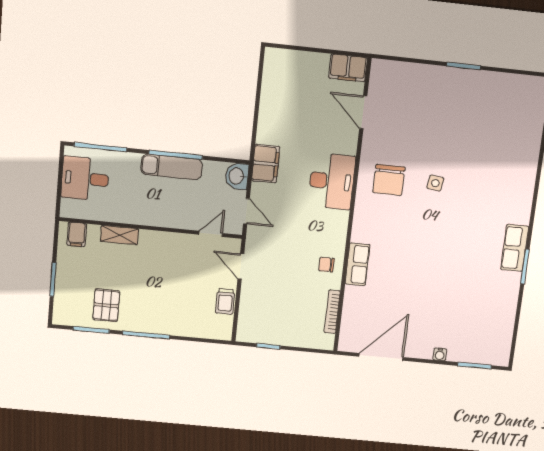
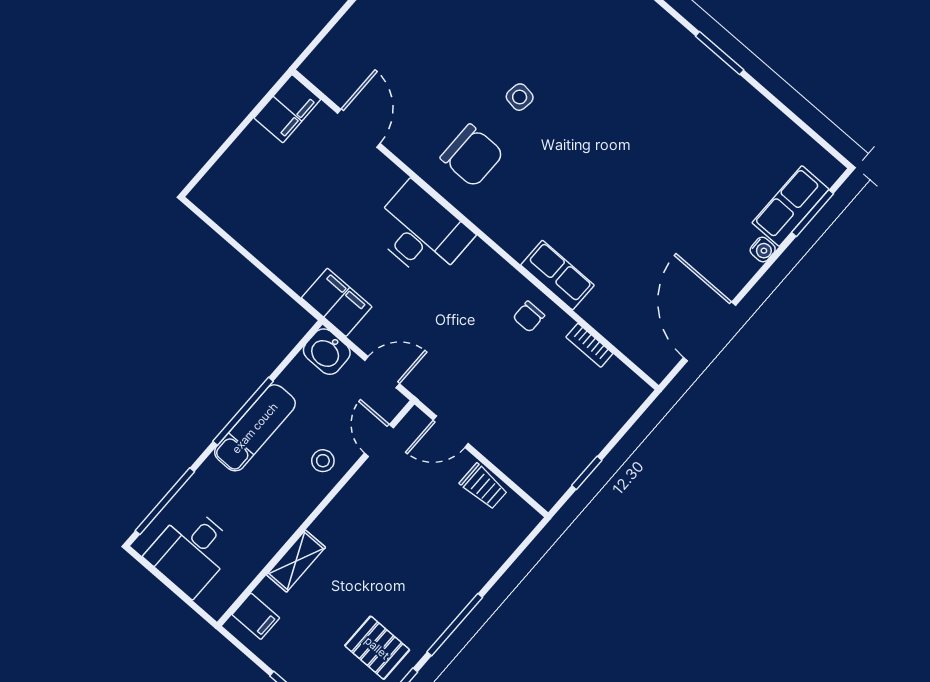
door: (363, 112) -> (359, 128), swing flipped
stool: (180, 213) -> (323, 461), added
row of seats: (515, 248) -> (790, 206), moved, turned 90
bookcase: (332, 312) -> (589, 345), width x0.64

